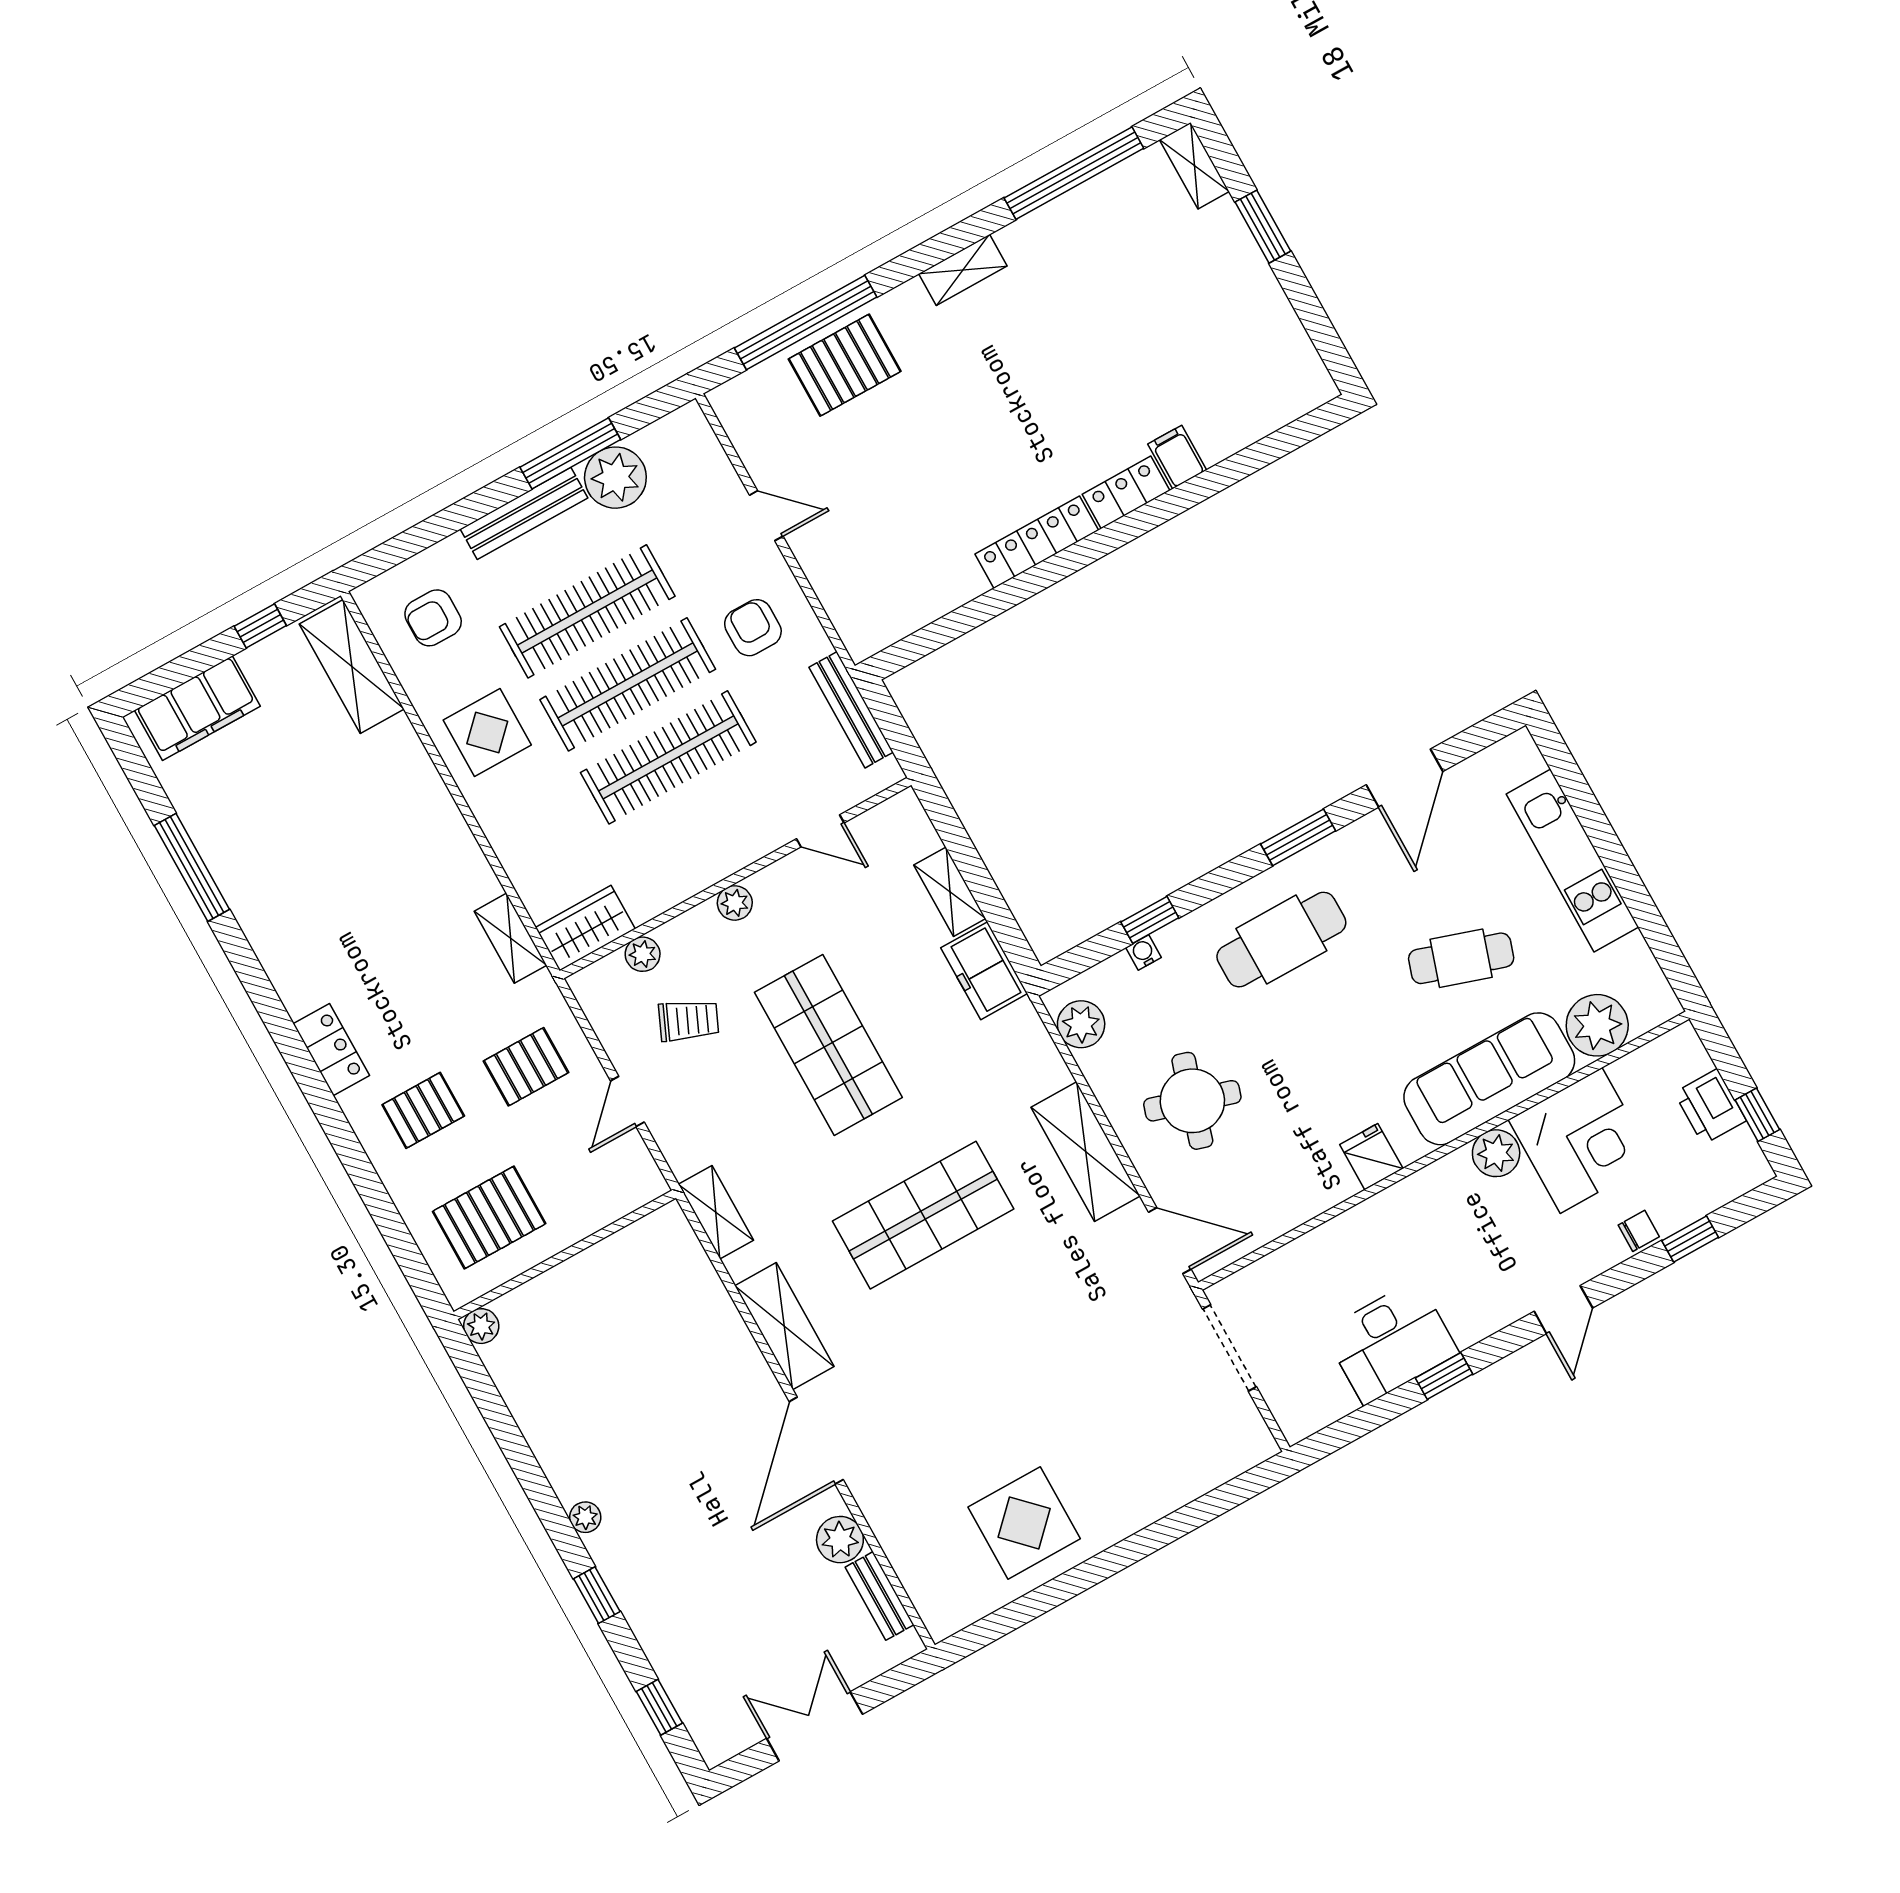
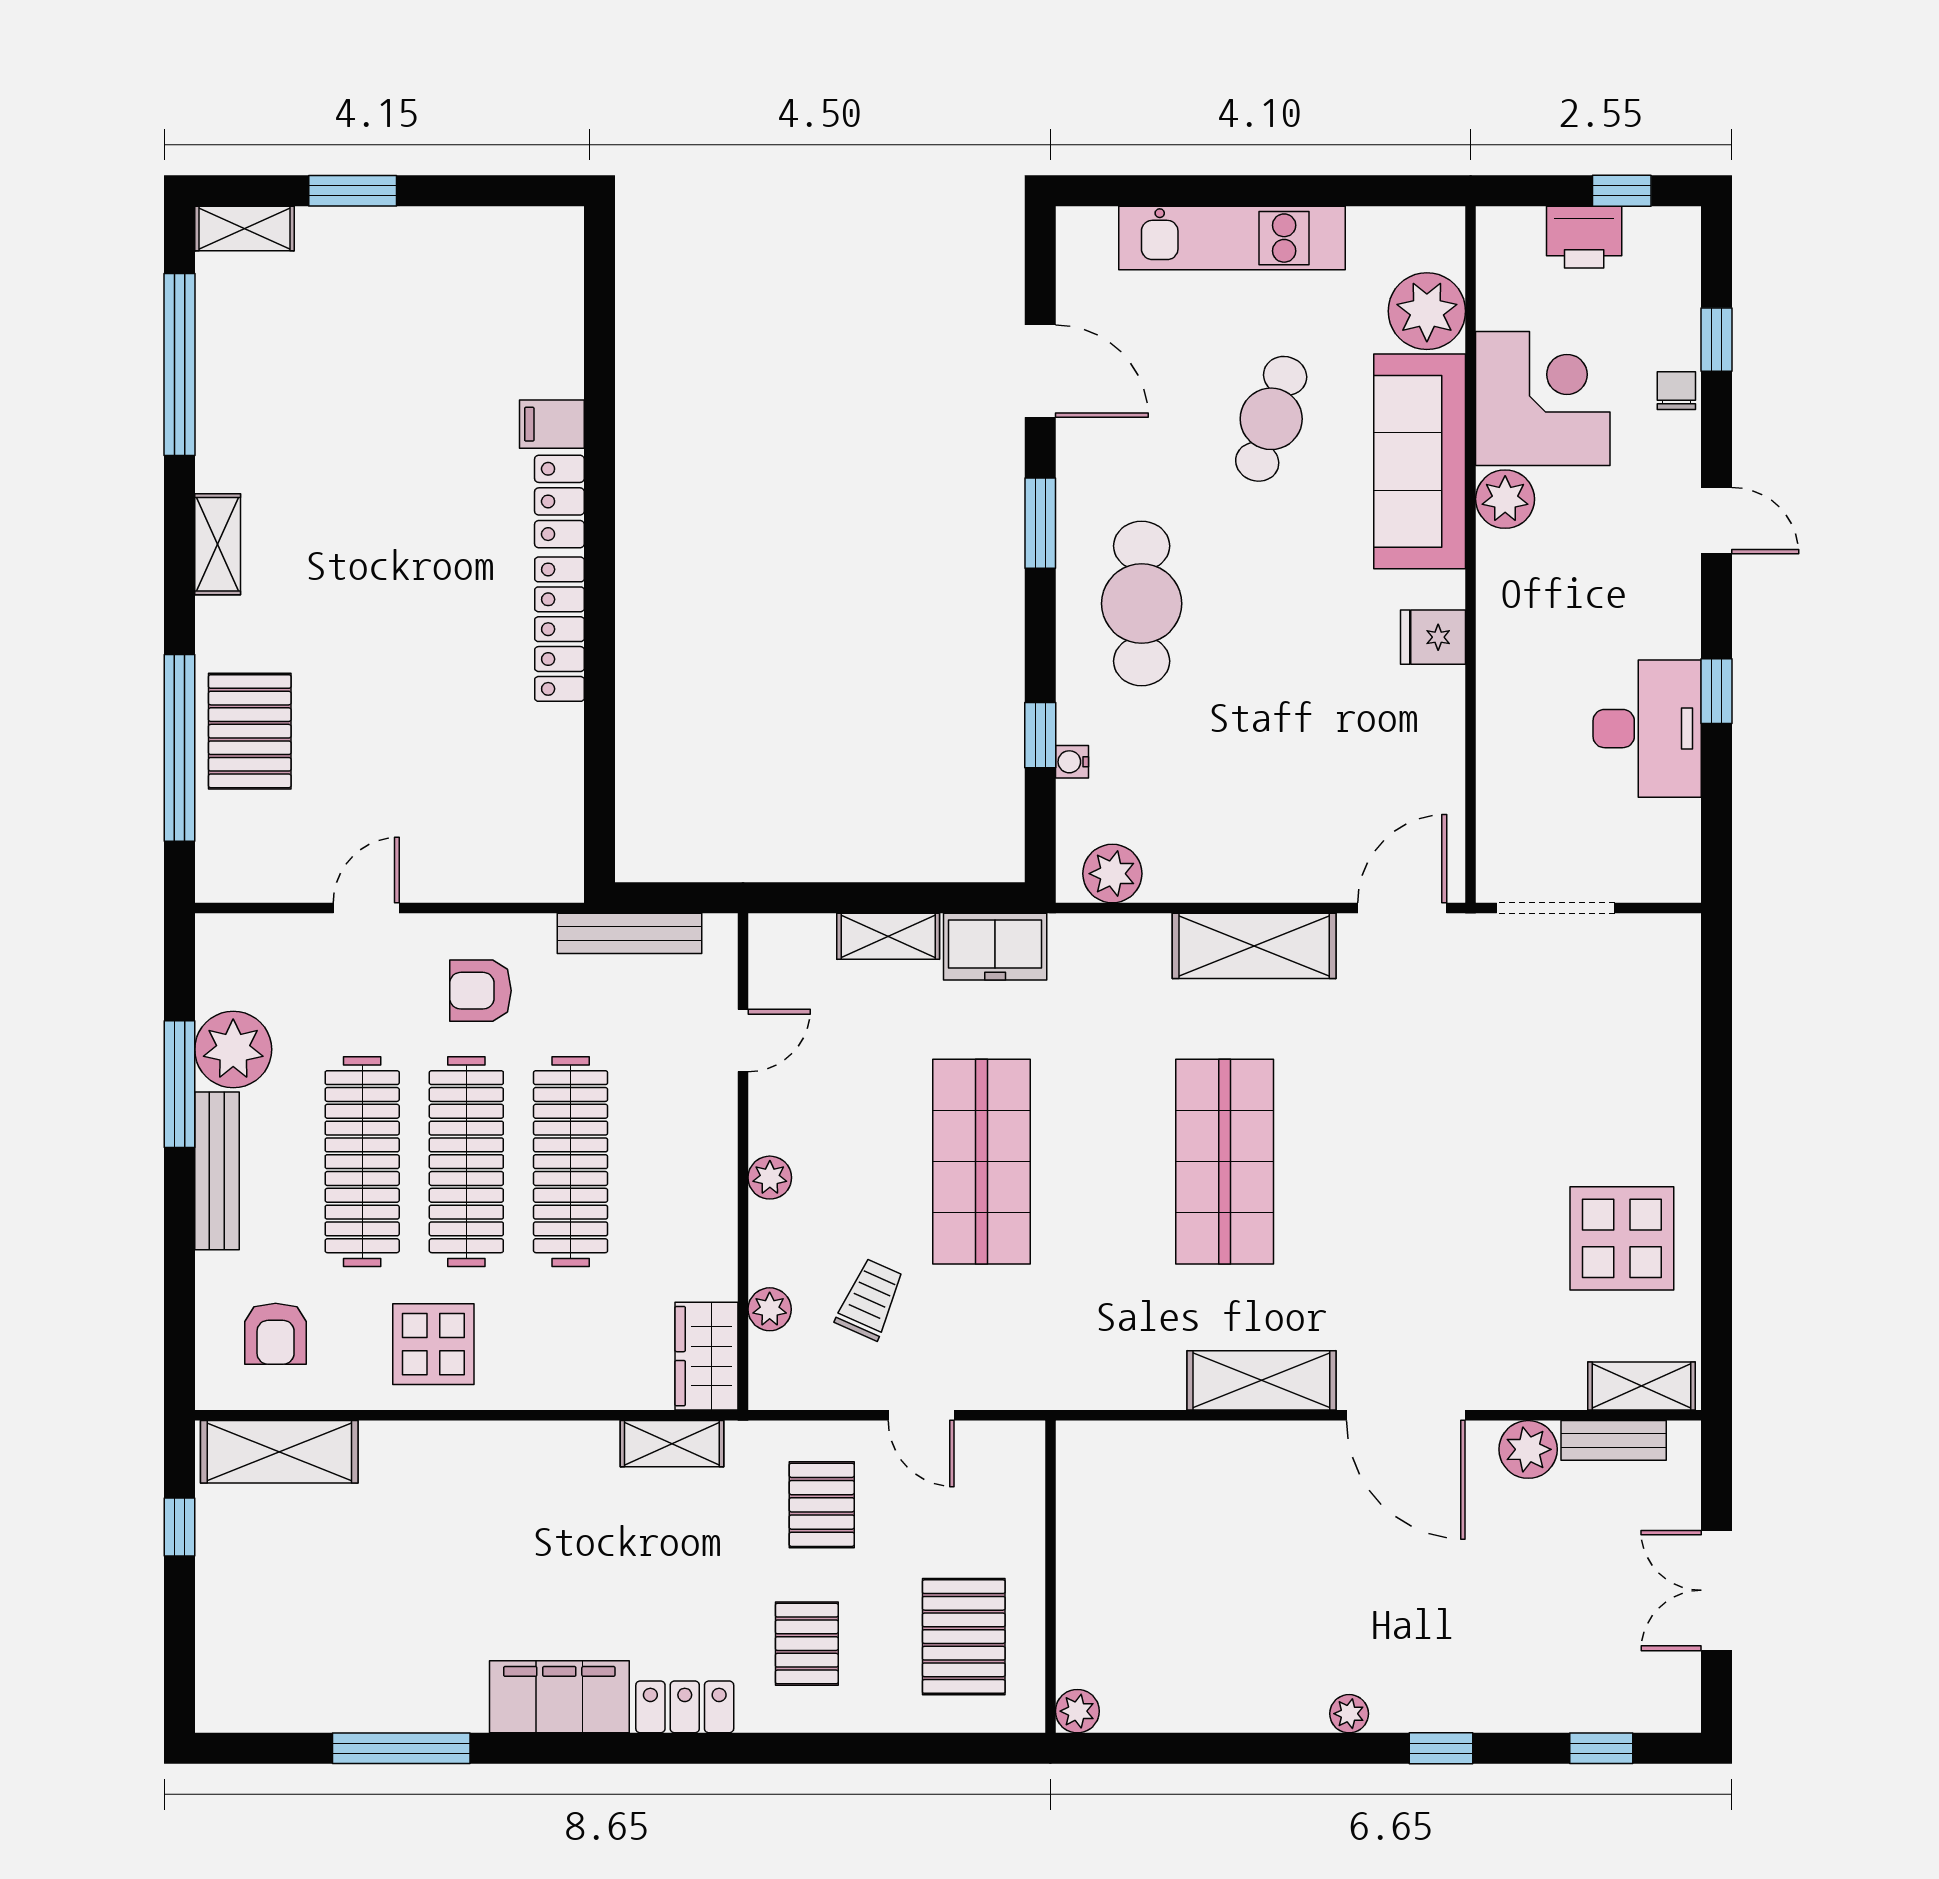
filing cabinet: (197, 708) -> (559, 1697), moved, turned -90
shop shelf: (828, 1045) -> (982, 1162), turned 90
round table: (1192, 1101) -> (1263, 799), removed
shelving: (716, 1212) -> (1641, 1386), moved

